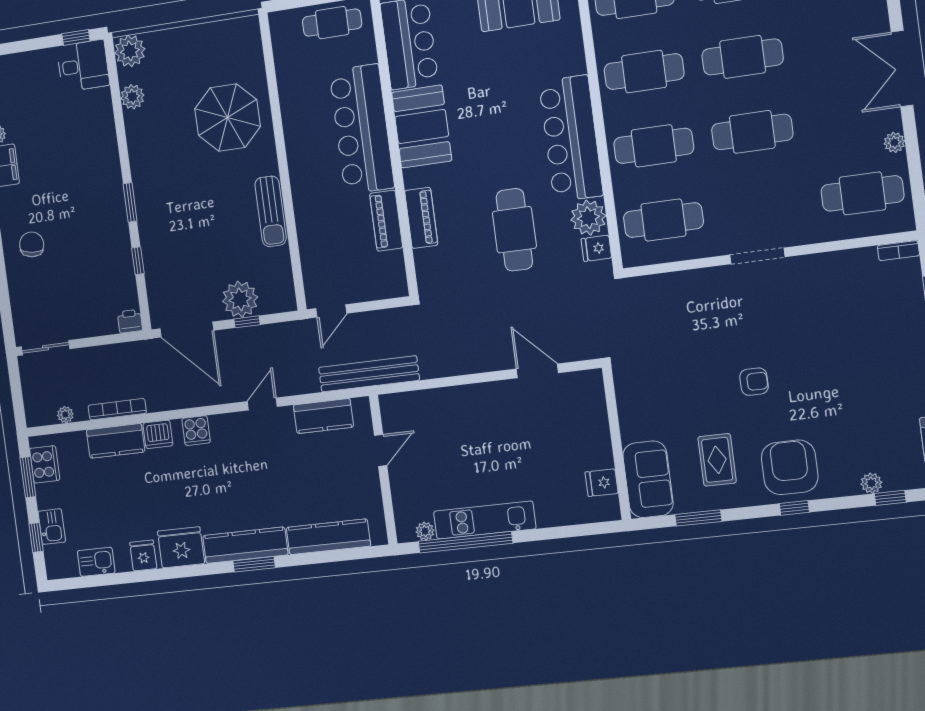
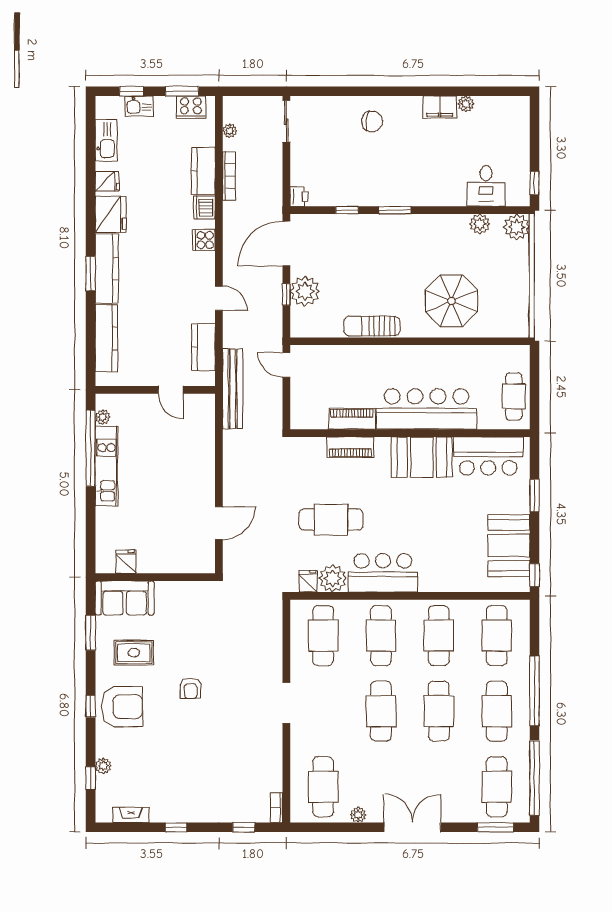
desk: (83, 66) -> (486, 186), moved
bar counter: (571, 138) -> (383, 573), width x0.73
kitchen sink: (96, 562) -> (106, 140), width x1.38

